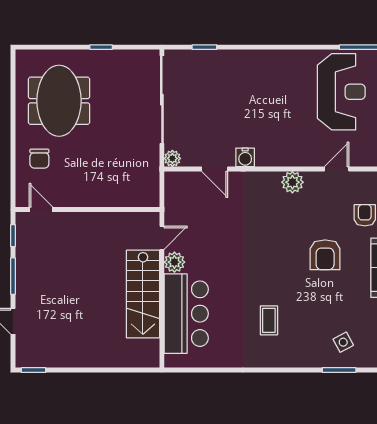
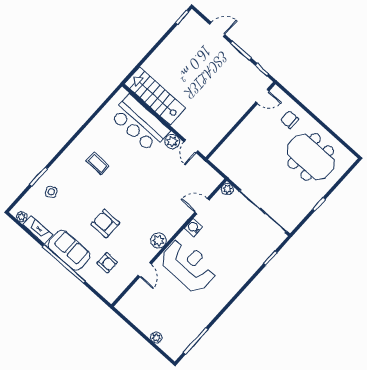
reception desk: (341, 92) -> (188, 265), moved, turned 180
stairs: (143, 294) -> (155, 96), moved

